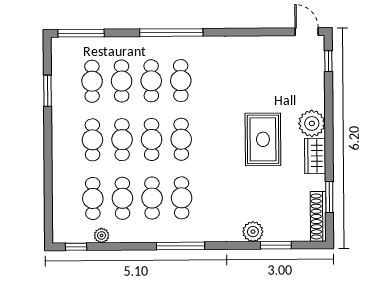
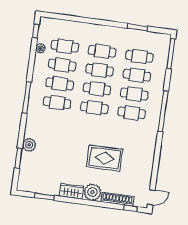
rug: (263, 139) -> (105, 158), moved
shoe rack: (318, 216) -> (117, 199), moved

